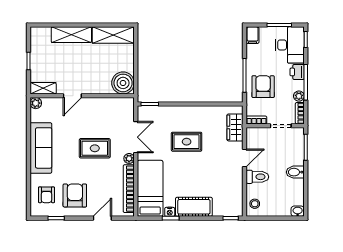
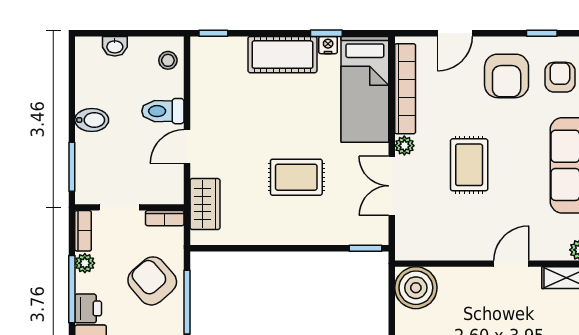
armchair: (263, 87) -> (152, 281), turned 139
rug: (95, 148) -> (469, 165), turned 90
washbasin: (298, 211) -> (115, 46), moved

